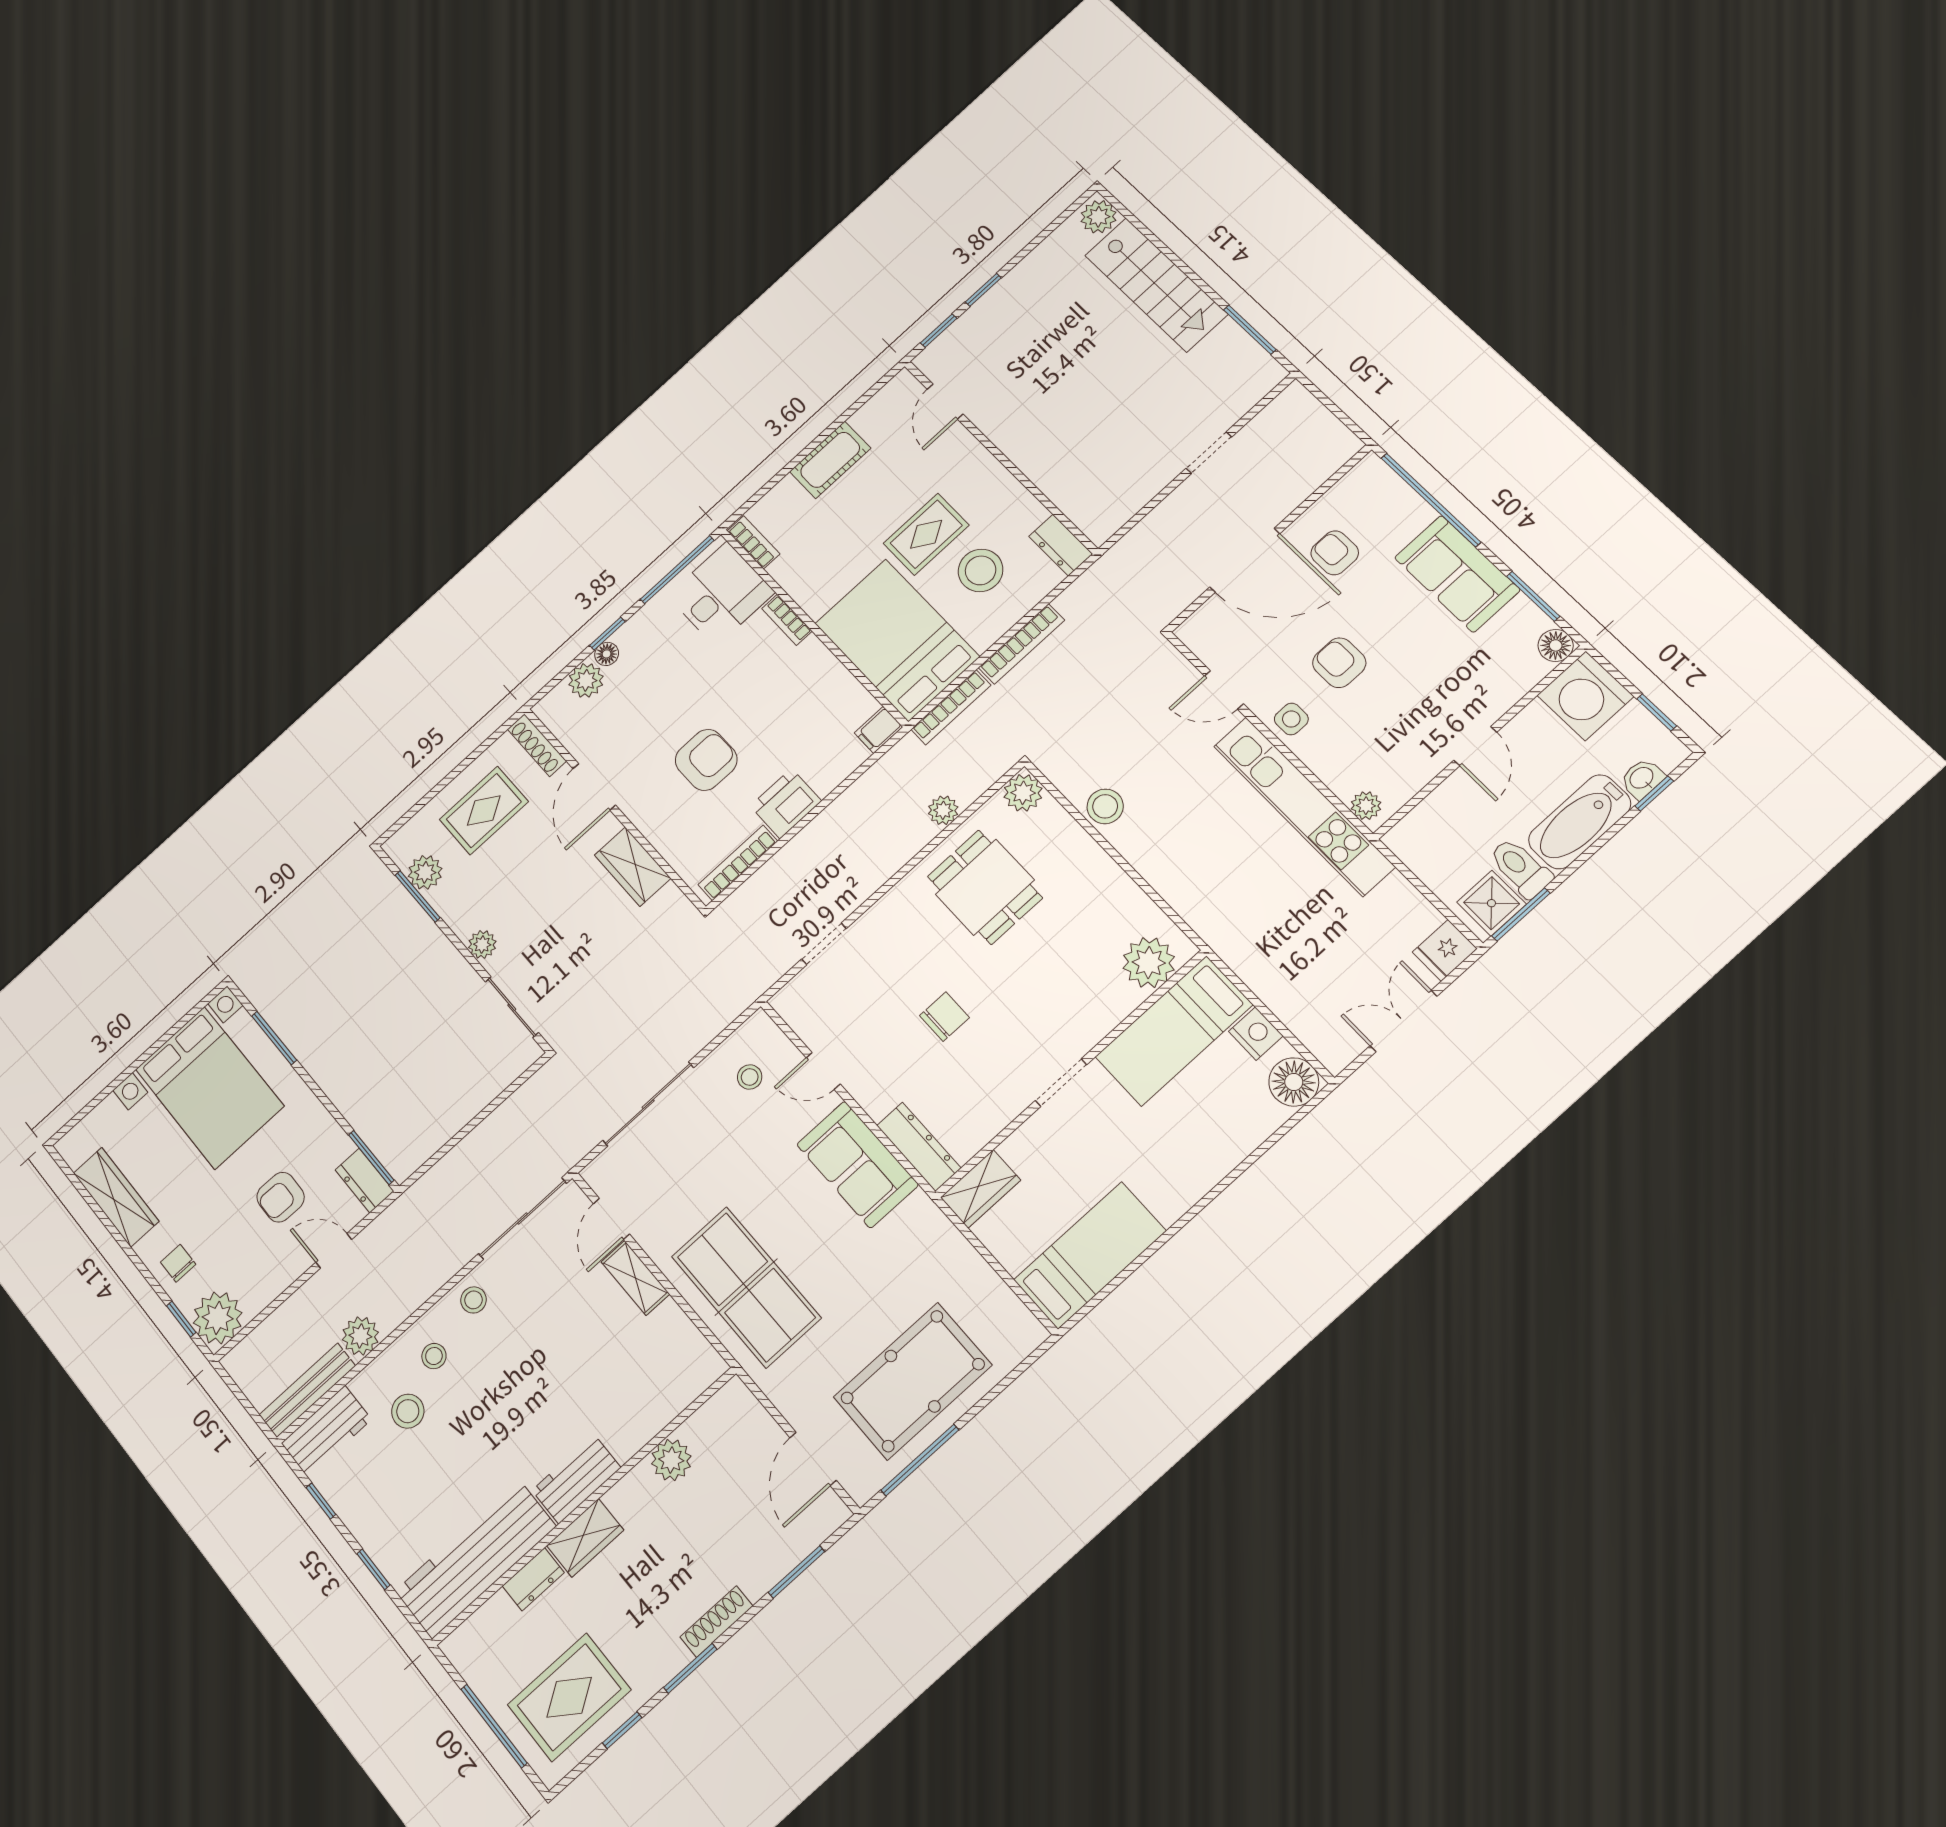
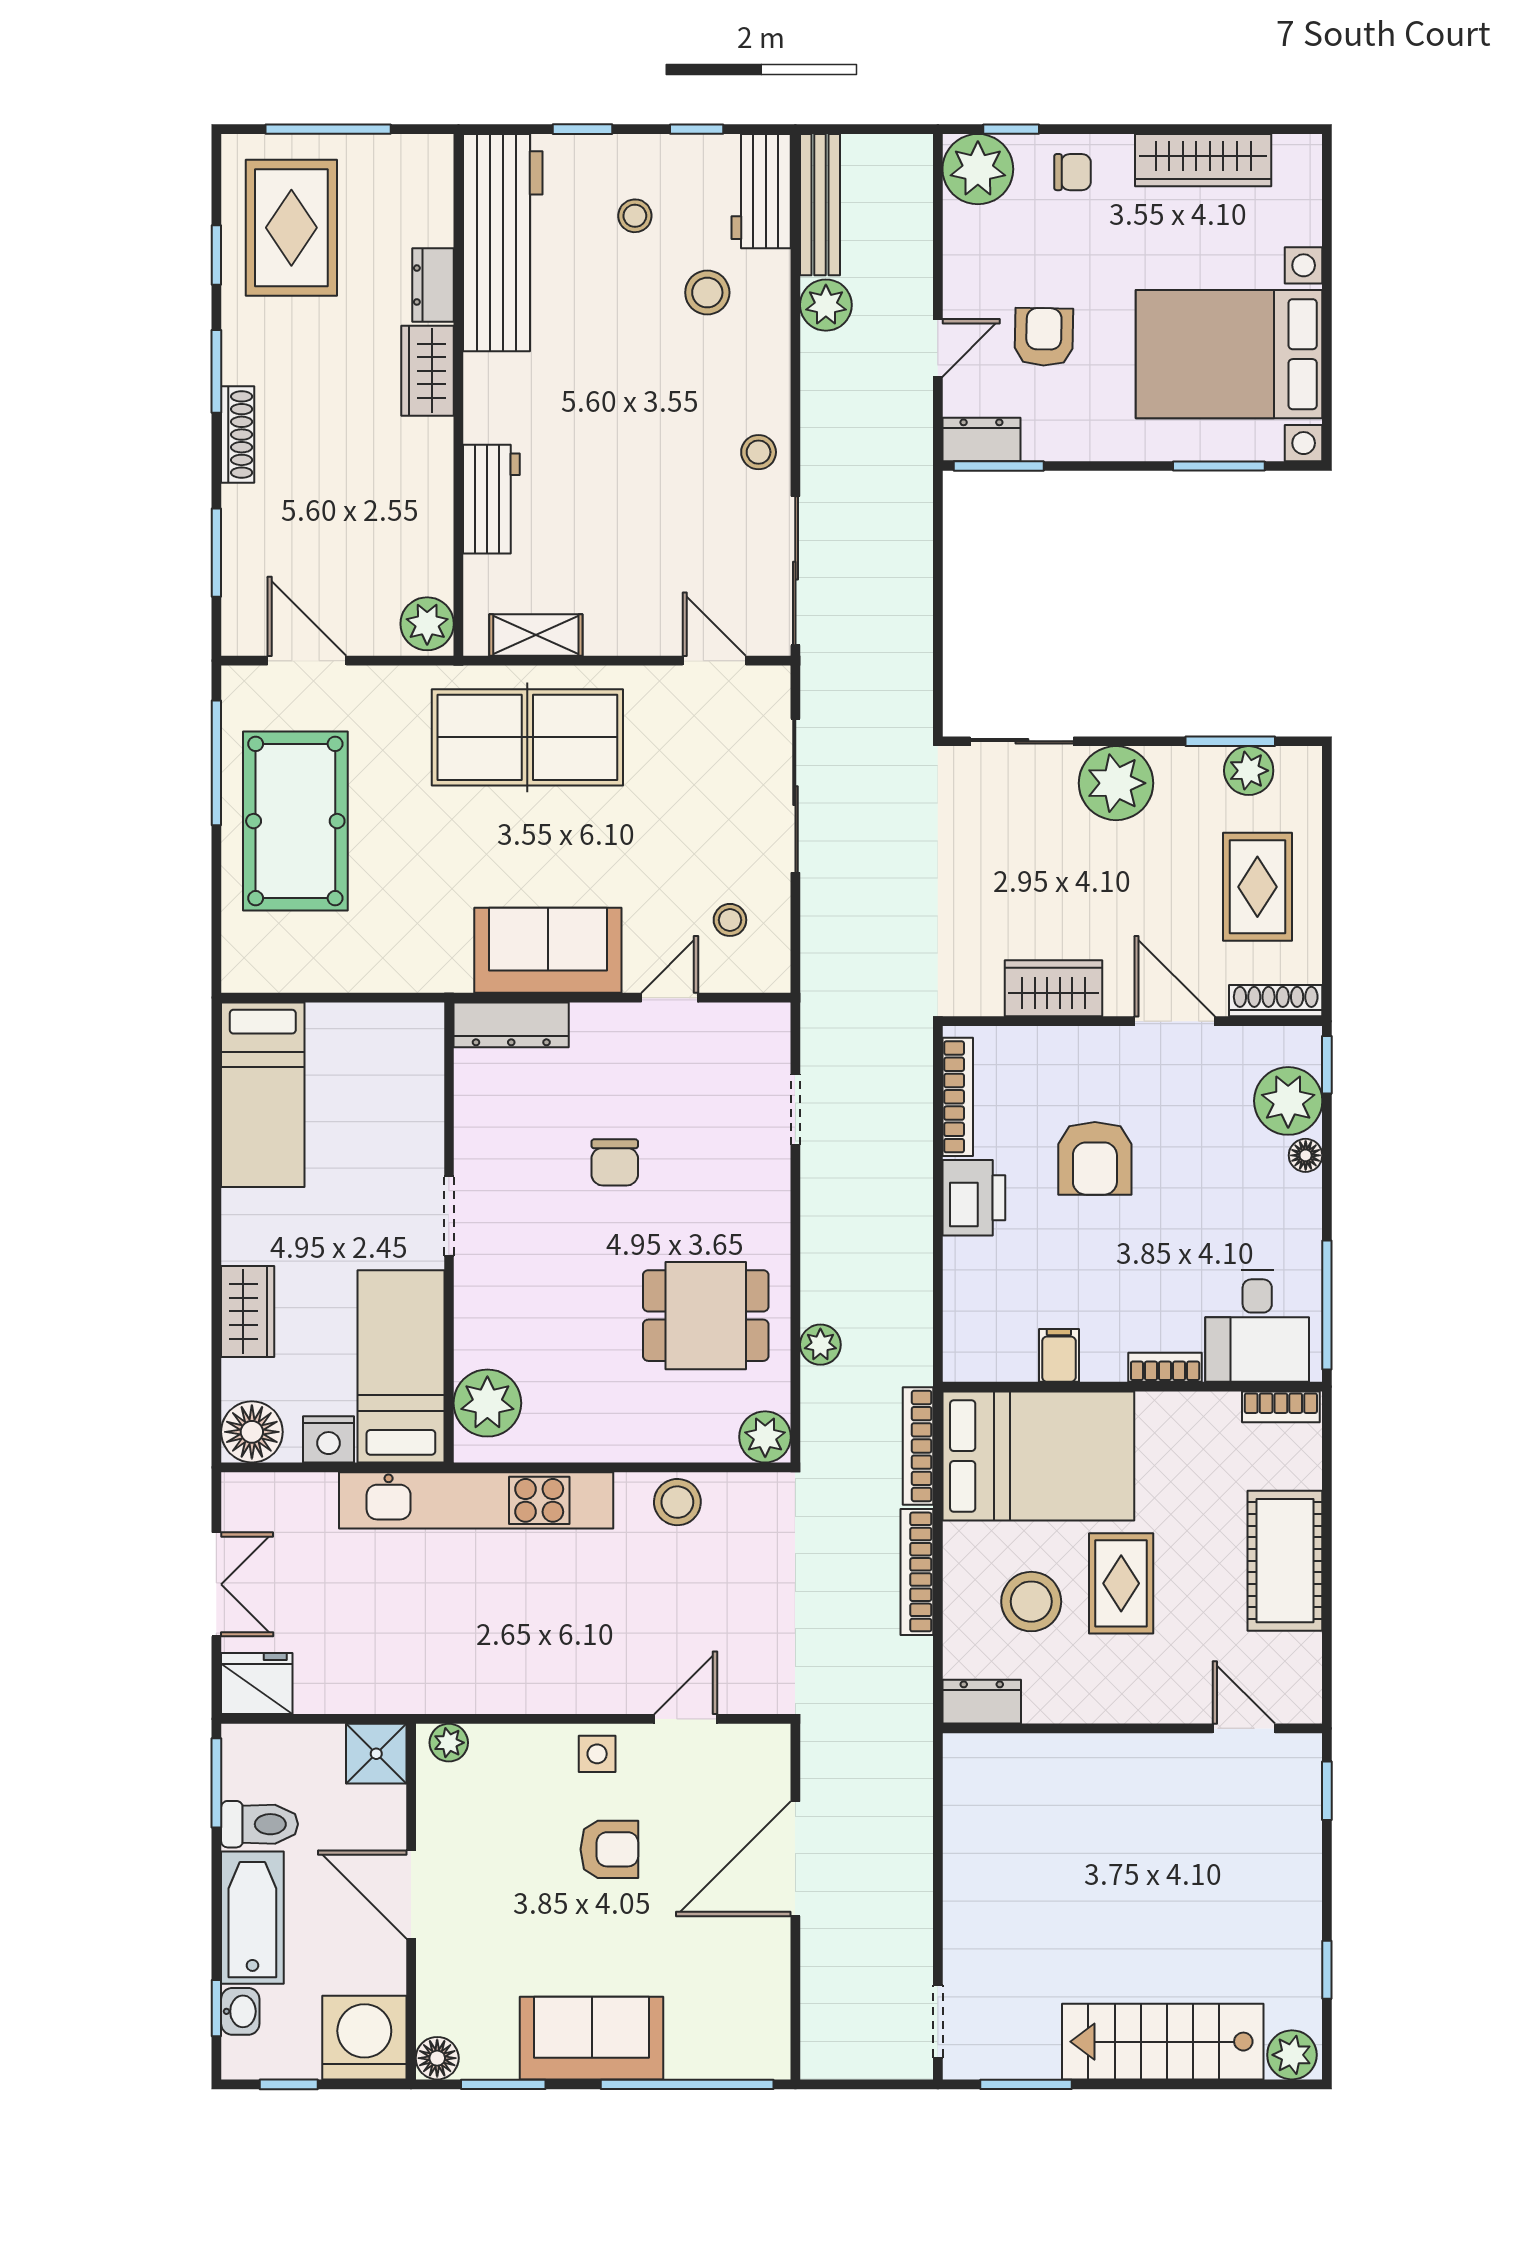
window: (983, 290) -> (1327, 1970), moved
doorway: (1209, 453) -> (938, 2021), moved
cot: (830, 460) -> (1285, 1561), width x1.37, depth x1.34
armchair: (1335, 553) -> (721, 1948), removed
window: (607, 634) -> (1327, 1065), moved
plant: (586, 680) -> (1288, 1101), width x1.36, depth x1.36
filing cabinet: (879, 730) -> (1059, 1355), moved
door: (1475, 746) -> (411, 1895), width x1.38
kitchen unit: (1304, 806) -> (476, 1500), moved, turned 180
shower: (1491, 903) -> (376, 1754), moved
plant: (482, 944) -> (1116, 783), width x1.87, depth x1.87
fridge: (1445, 950) -> (257, 1683), width x1.38
wardrobe: (981, 1189) -> (248, 1311), moved, turned 180
shelving: (635, 1278) -> (536, 635), moved
stool: (434, 1356) -> (635, 216), moved
plant: (671, 1460) -> (427, 624), moved
workbench: (576, 1479) -> (491, 499), moved

